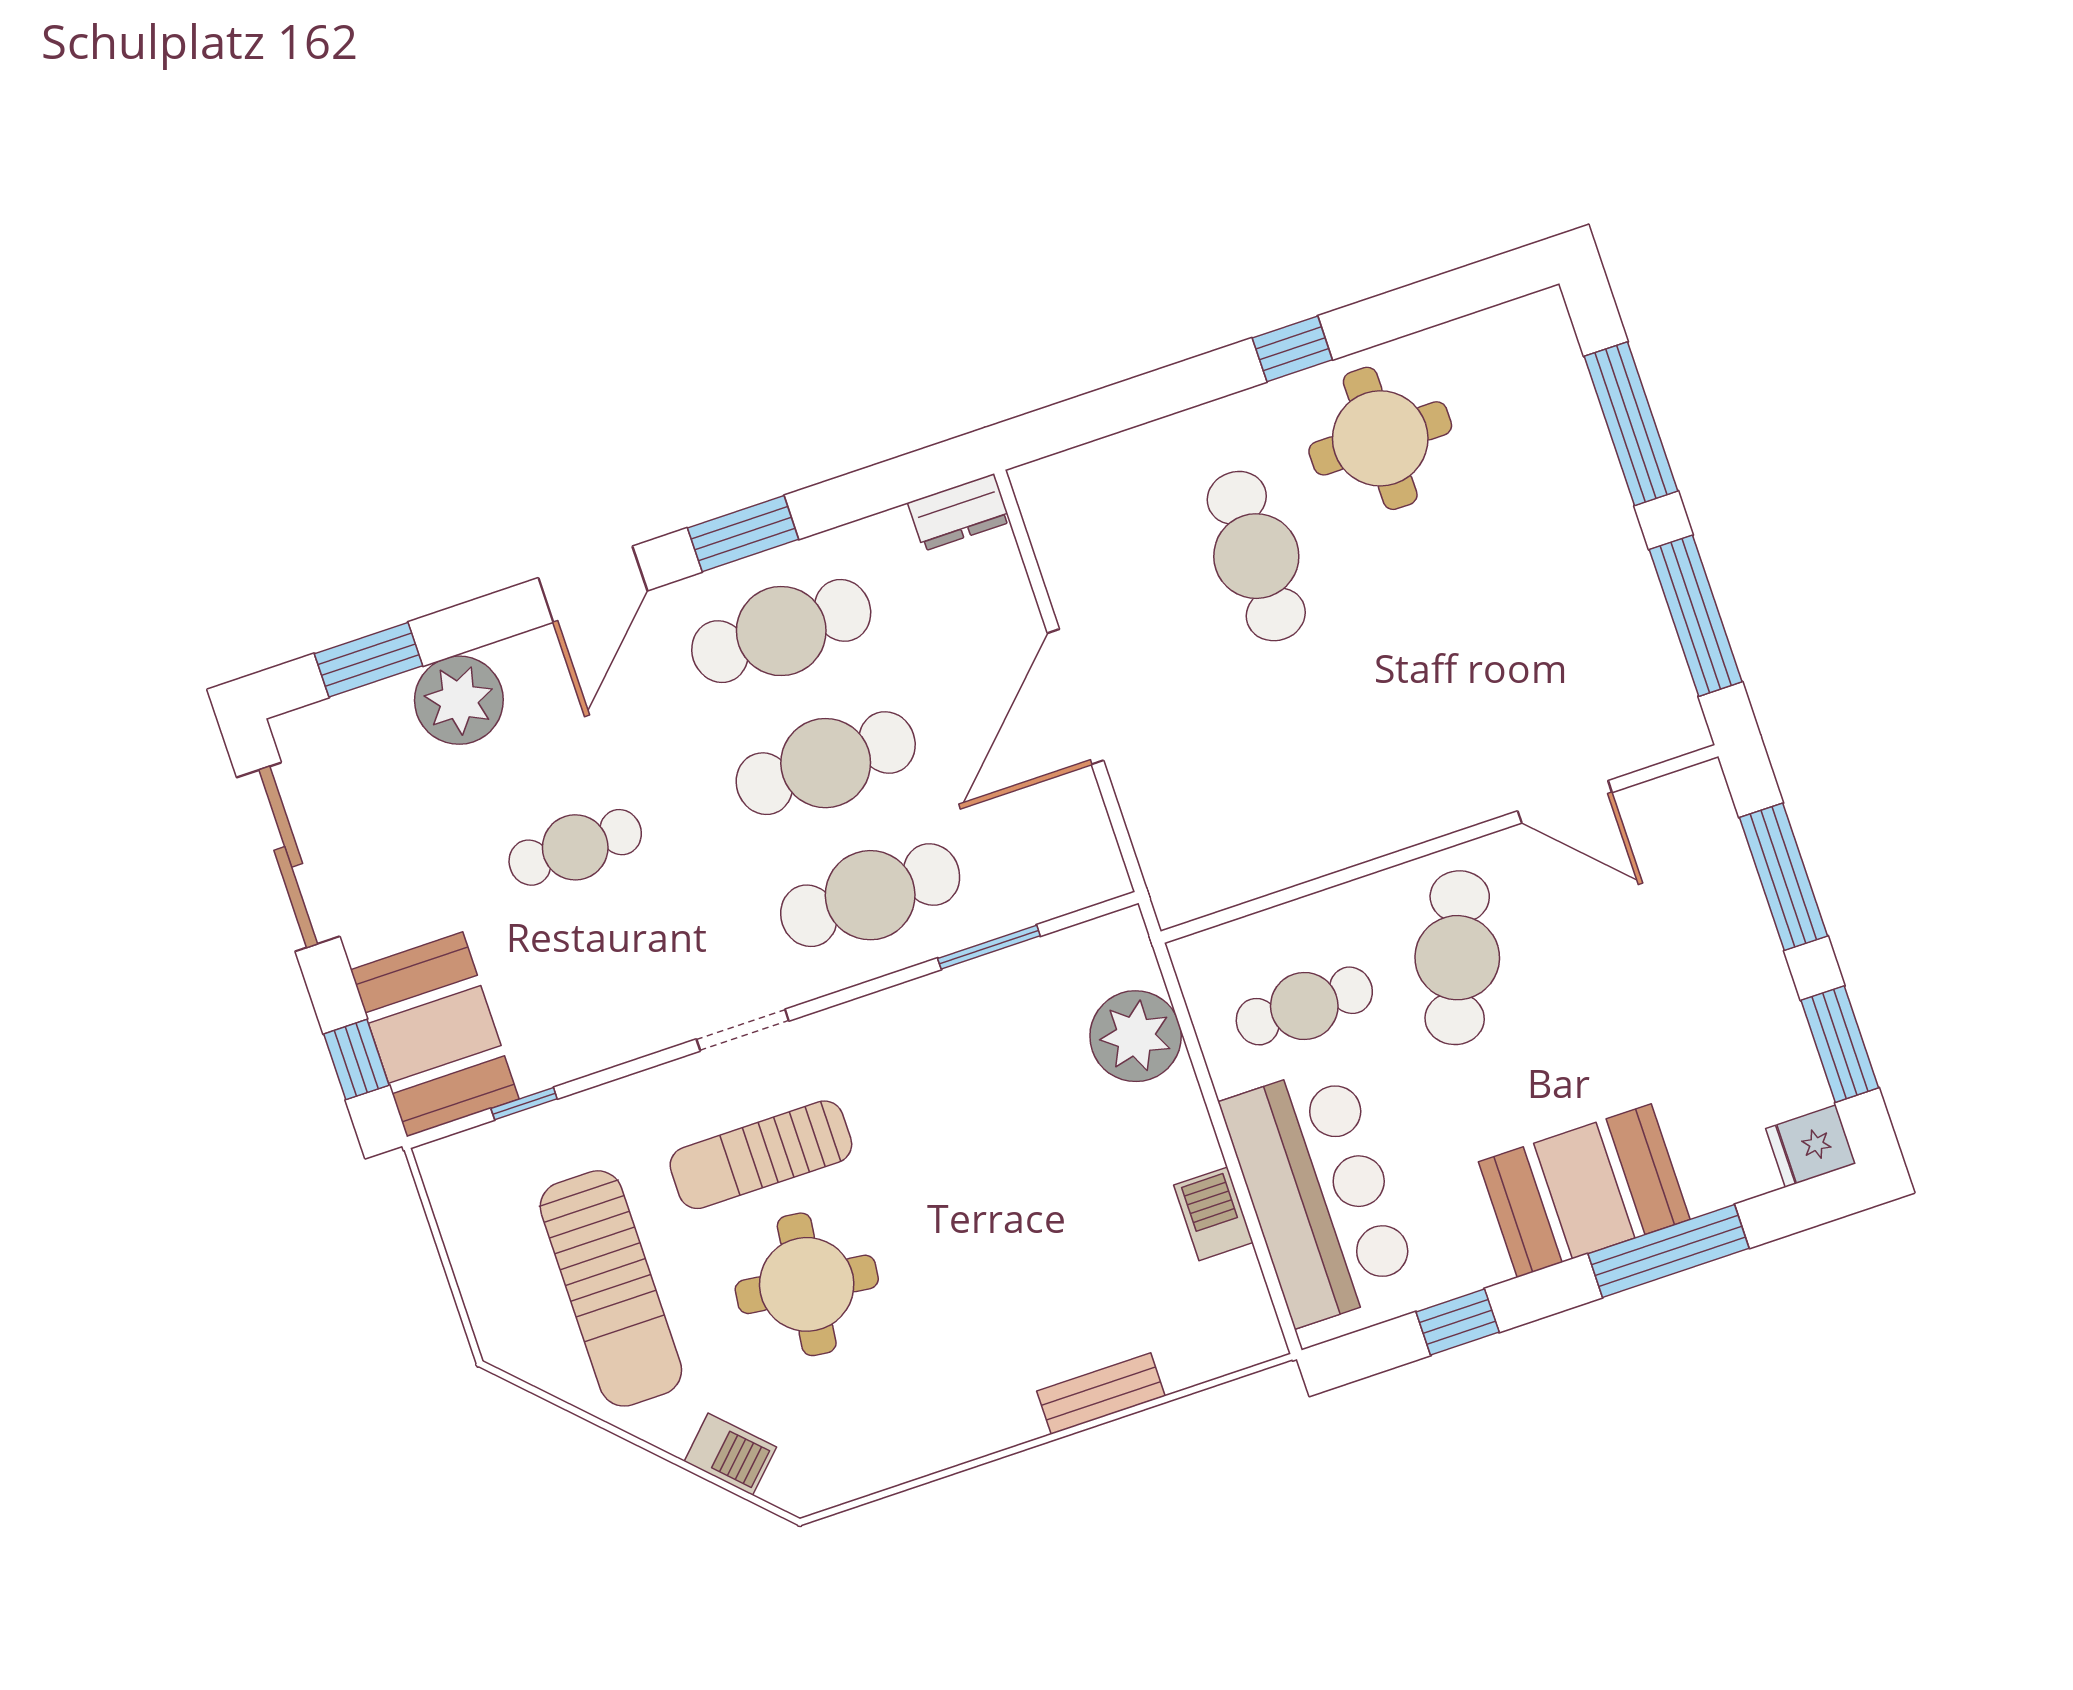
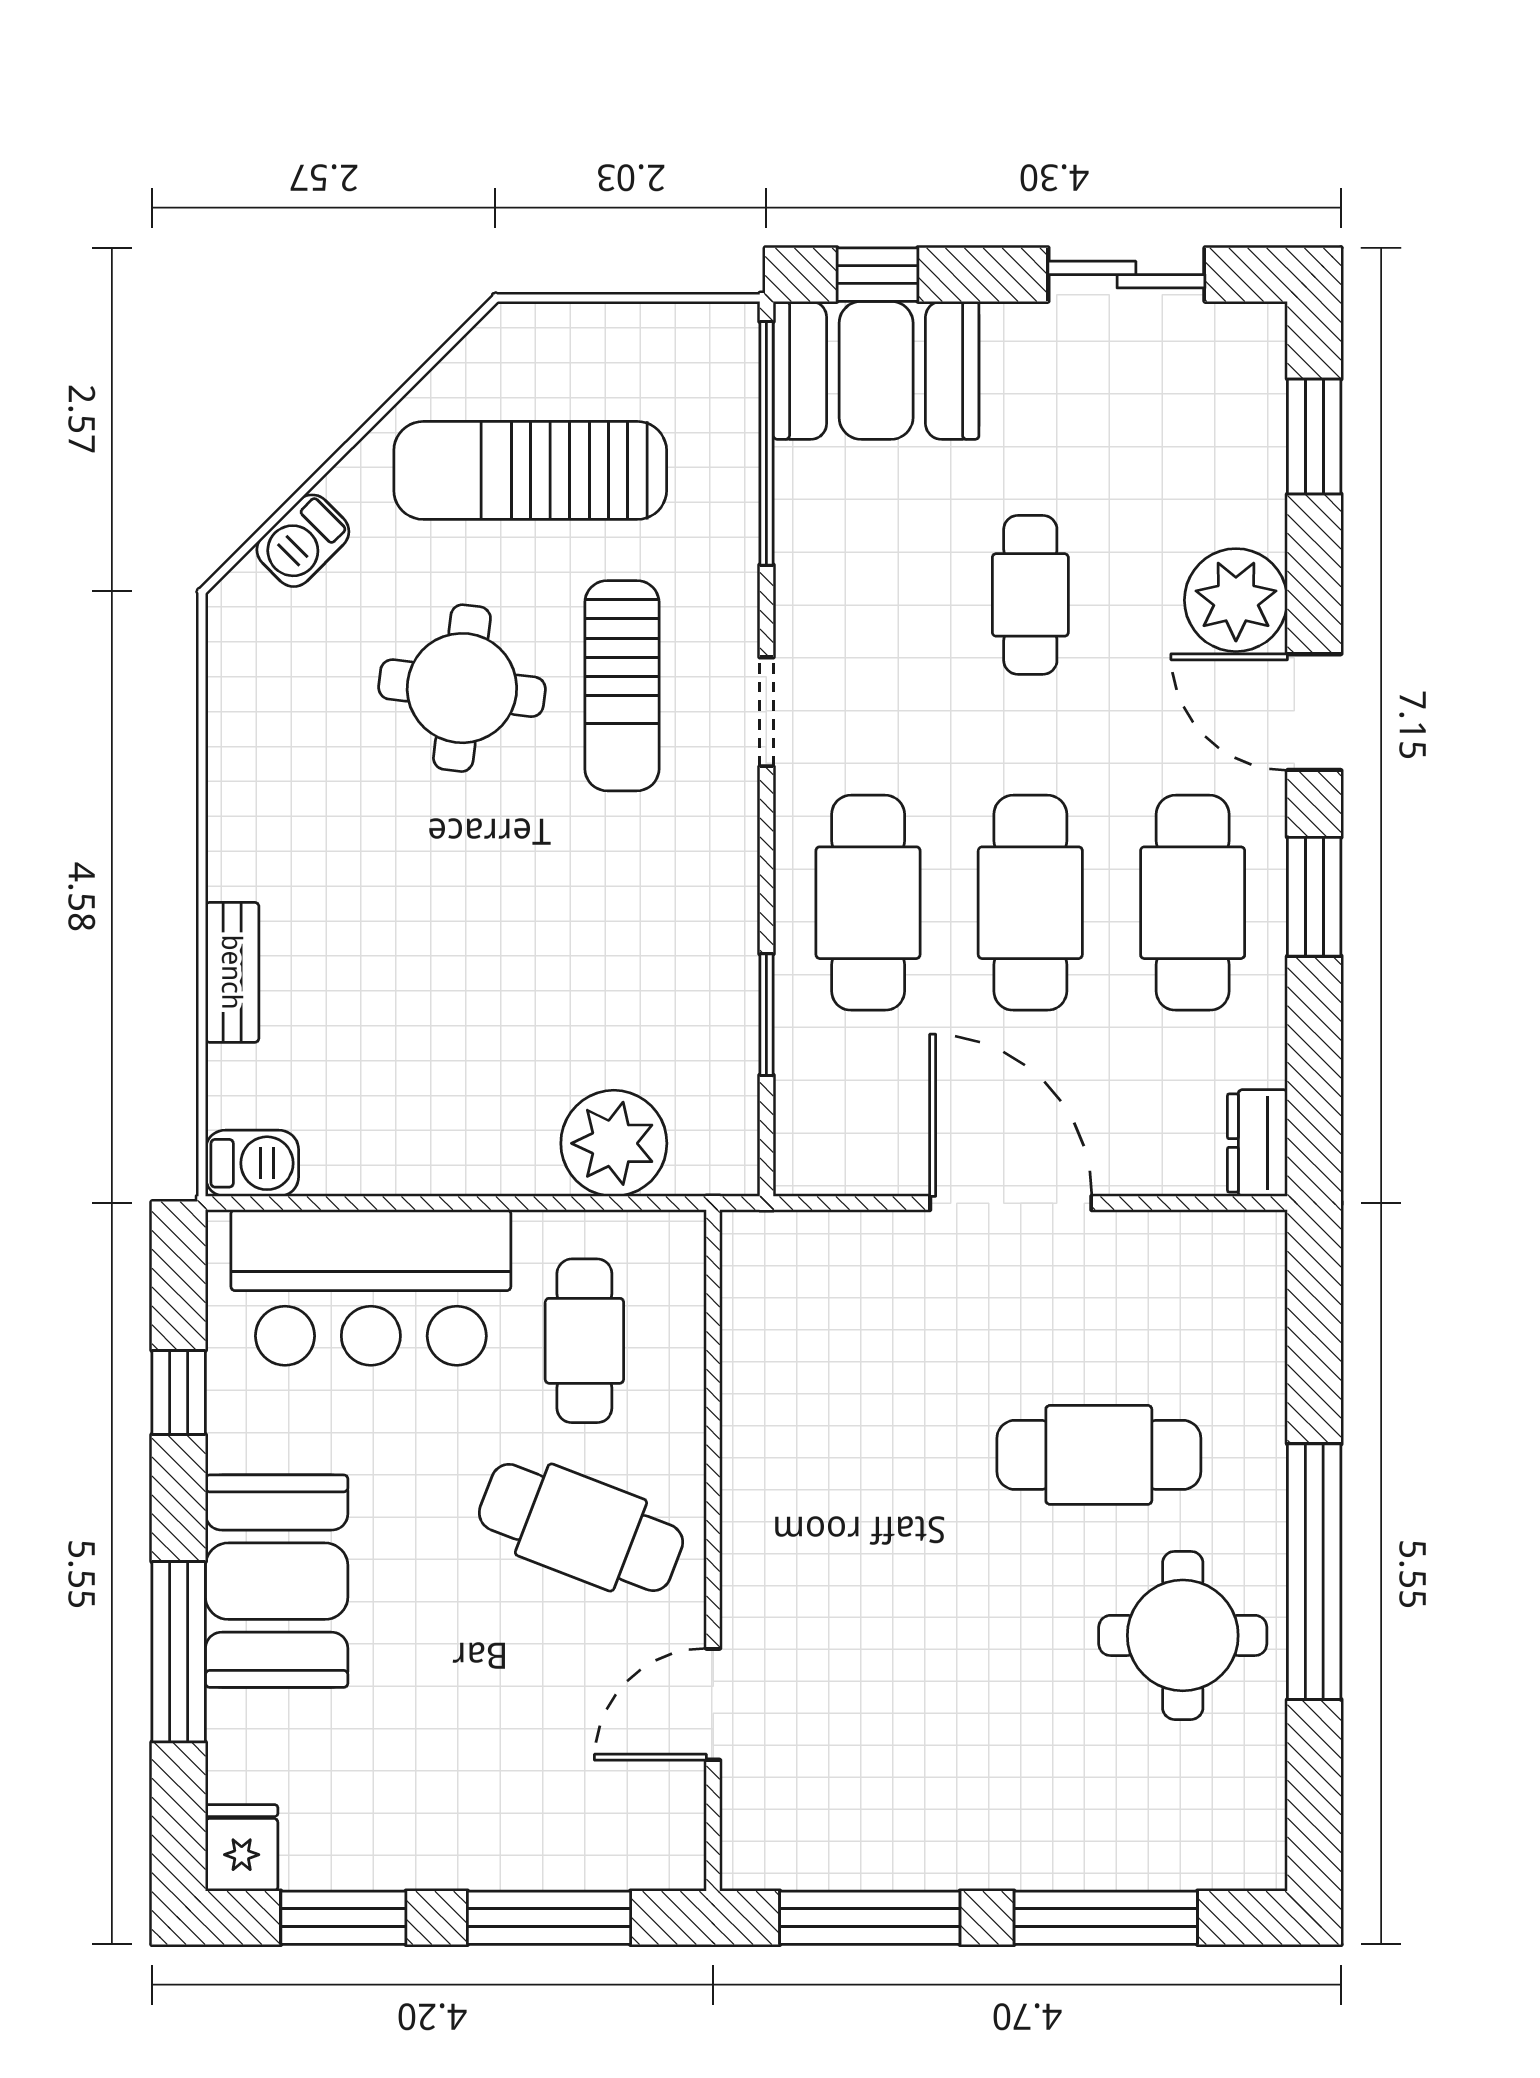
window: (1292, 349) -> (1314, 1572), width x3.17
plant: (459, 700) -> (1236, 600), moved
sliding door: (288, 857) -> (1126, 275), width x0.73
window: (524, 1104) -> (766, 443), width x3.17
sun lounger: (761, 1155) -> (622, 686), turned 180
barbecue: (1213, 1214) -> (252, 1163), moved

